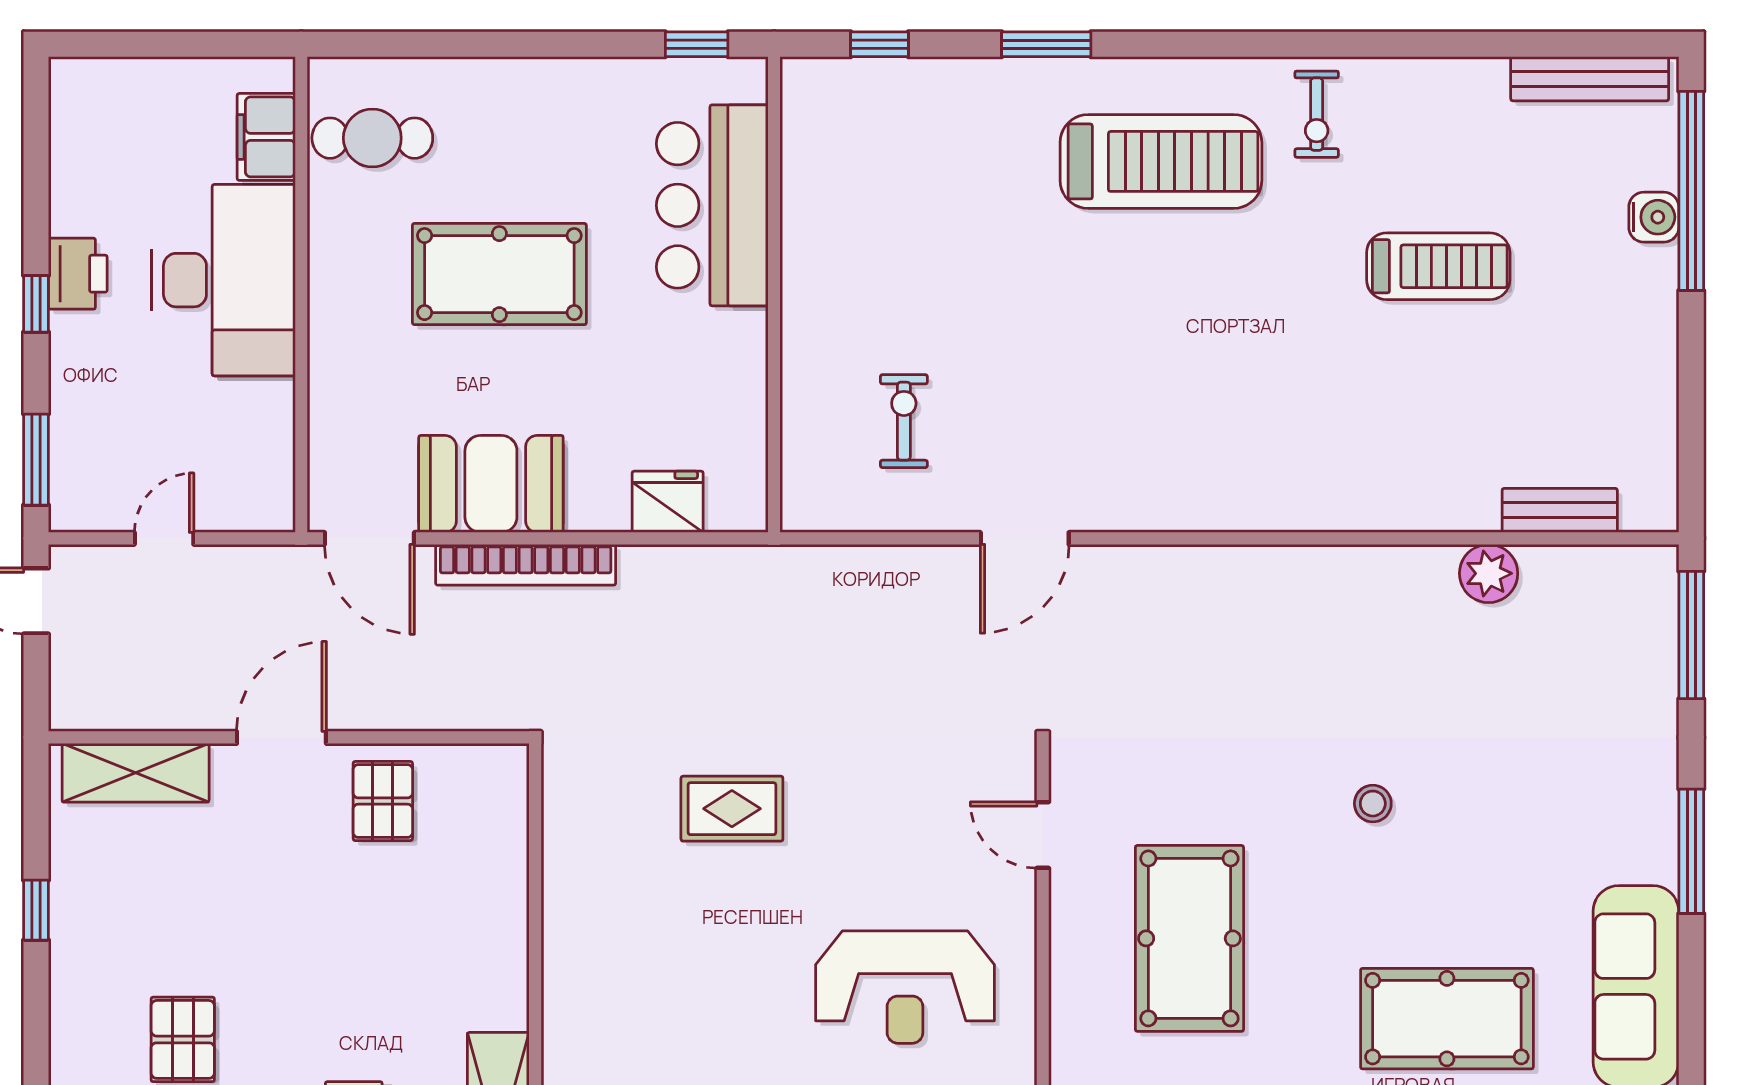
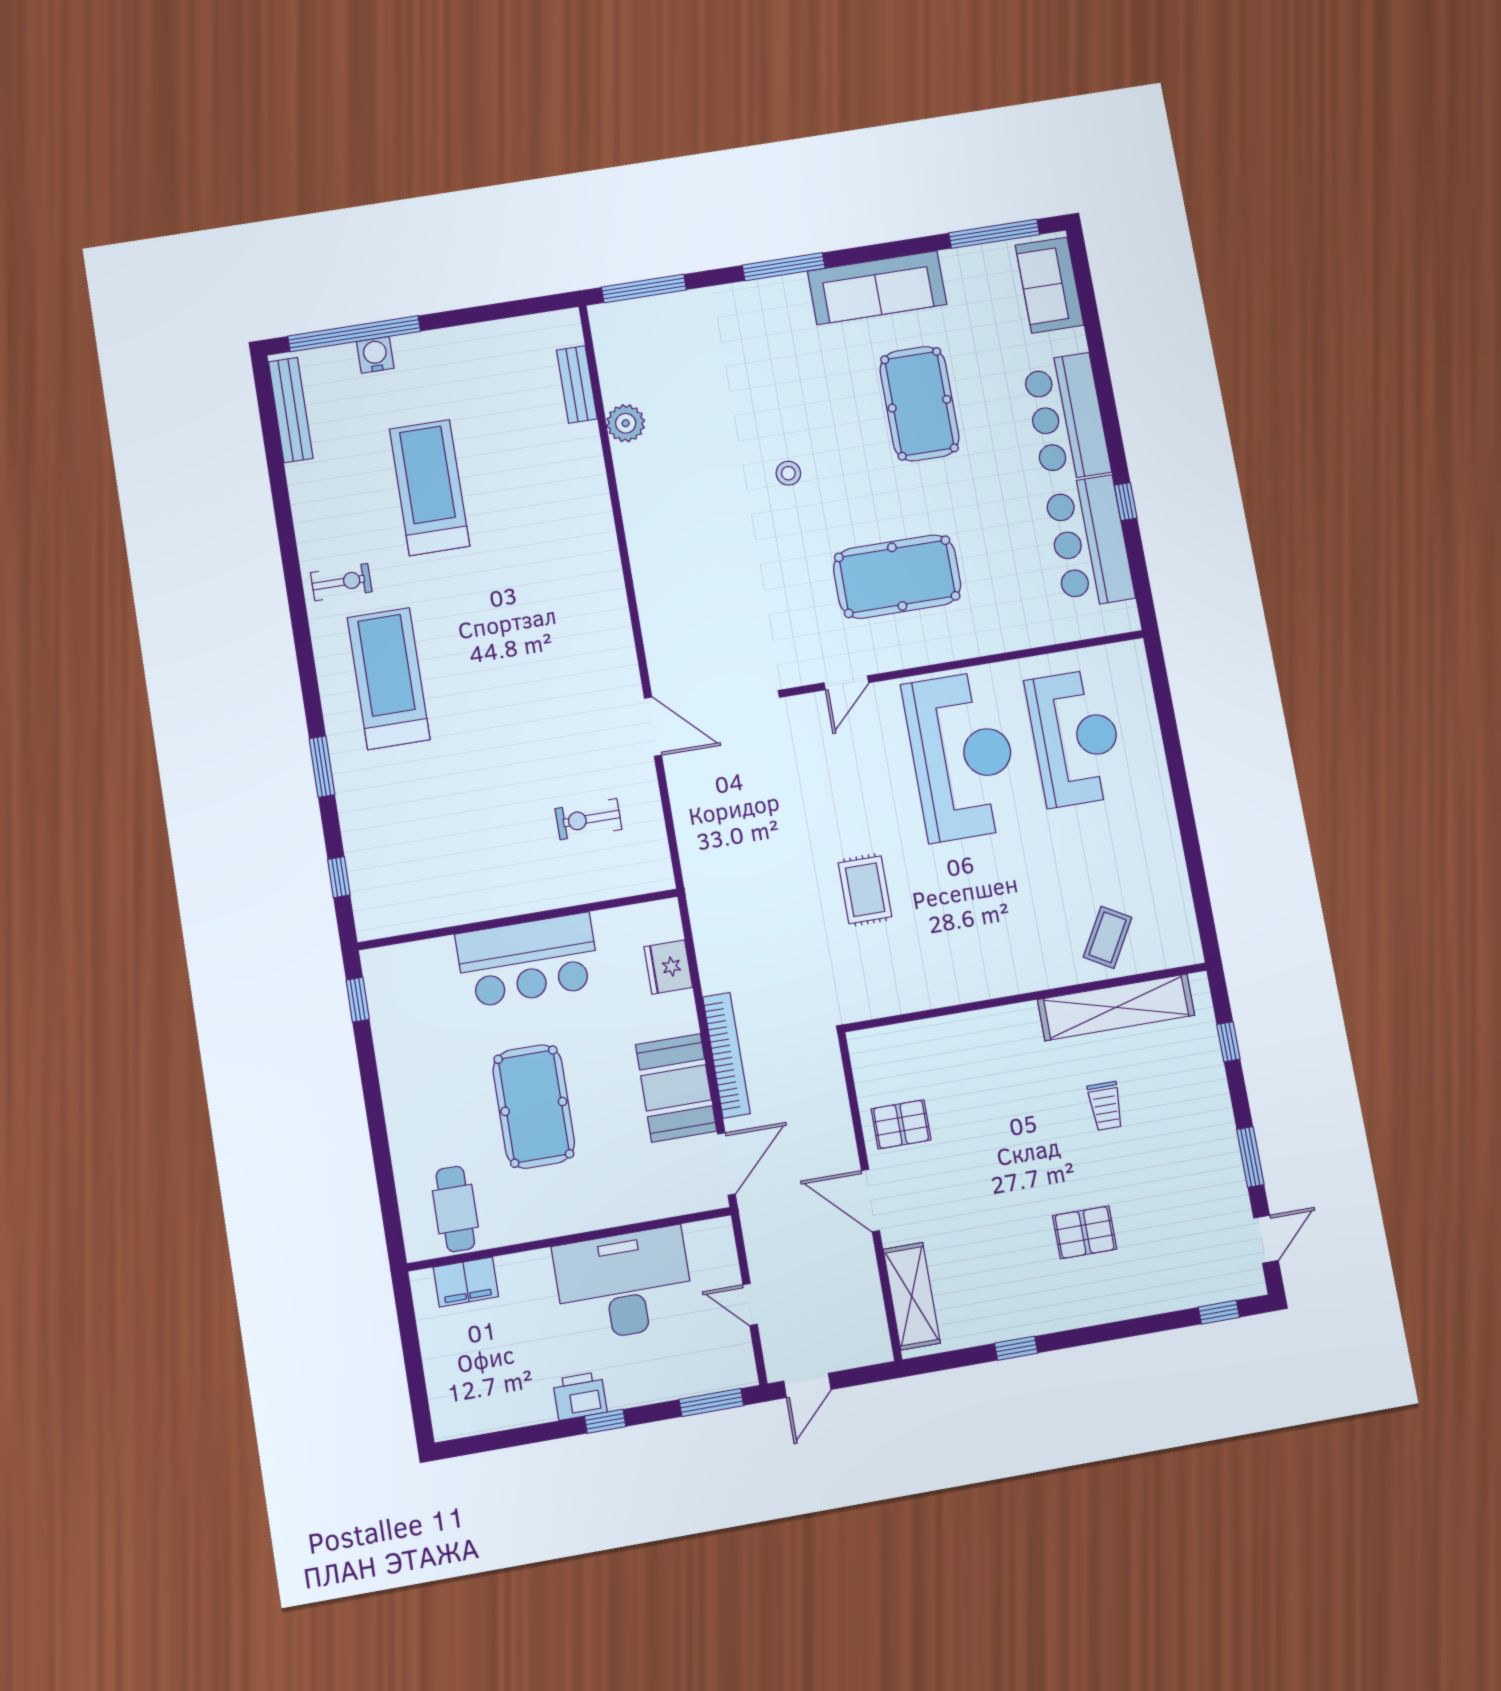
bar counter: (712, 205) -> (528, 960), moved
treadmill: (1438, 266) -> (429, 488), width x1.37, depth x1.38
desk: (224, 280) -> (624, 1284), moved
reception desk: (905, 987) -> (962, 756), width x1.36, depth x1.30

